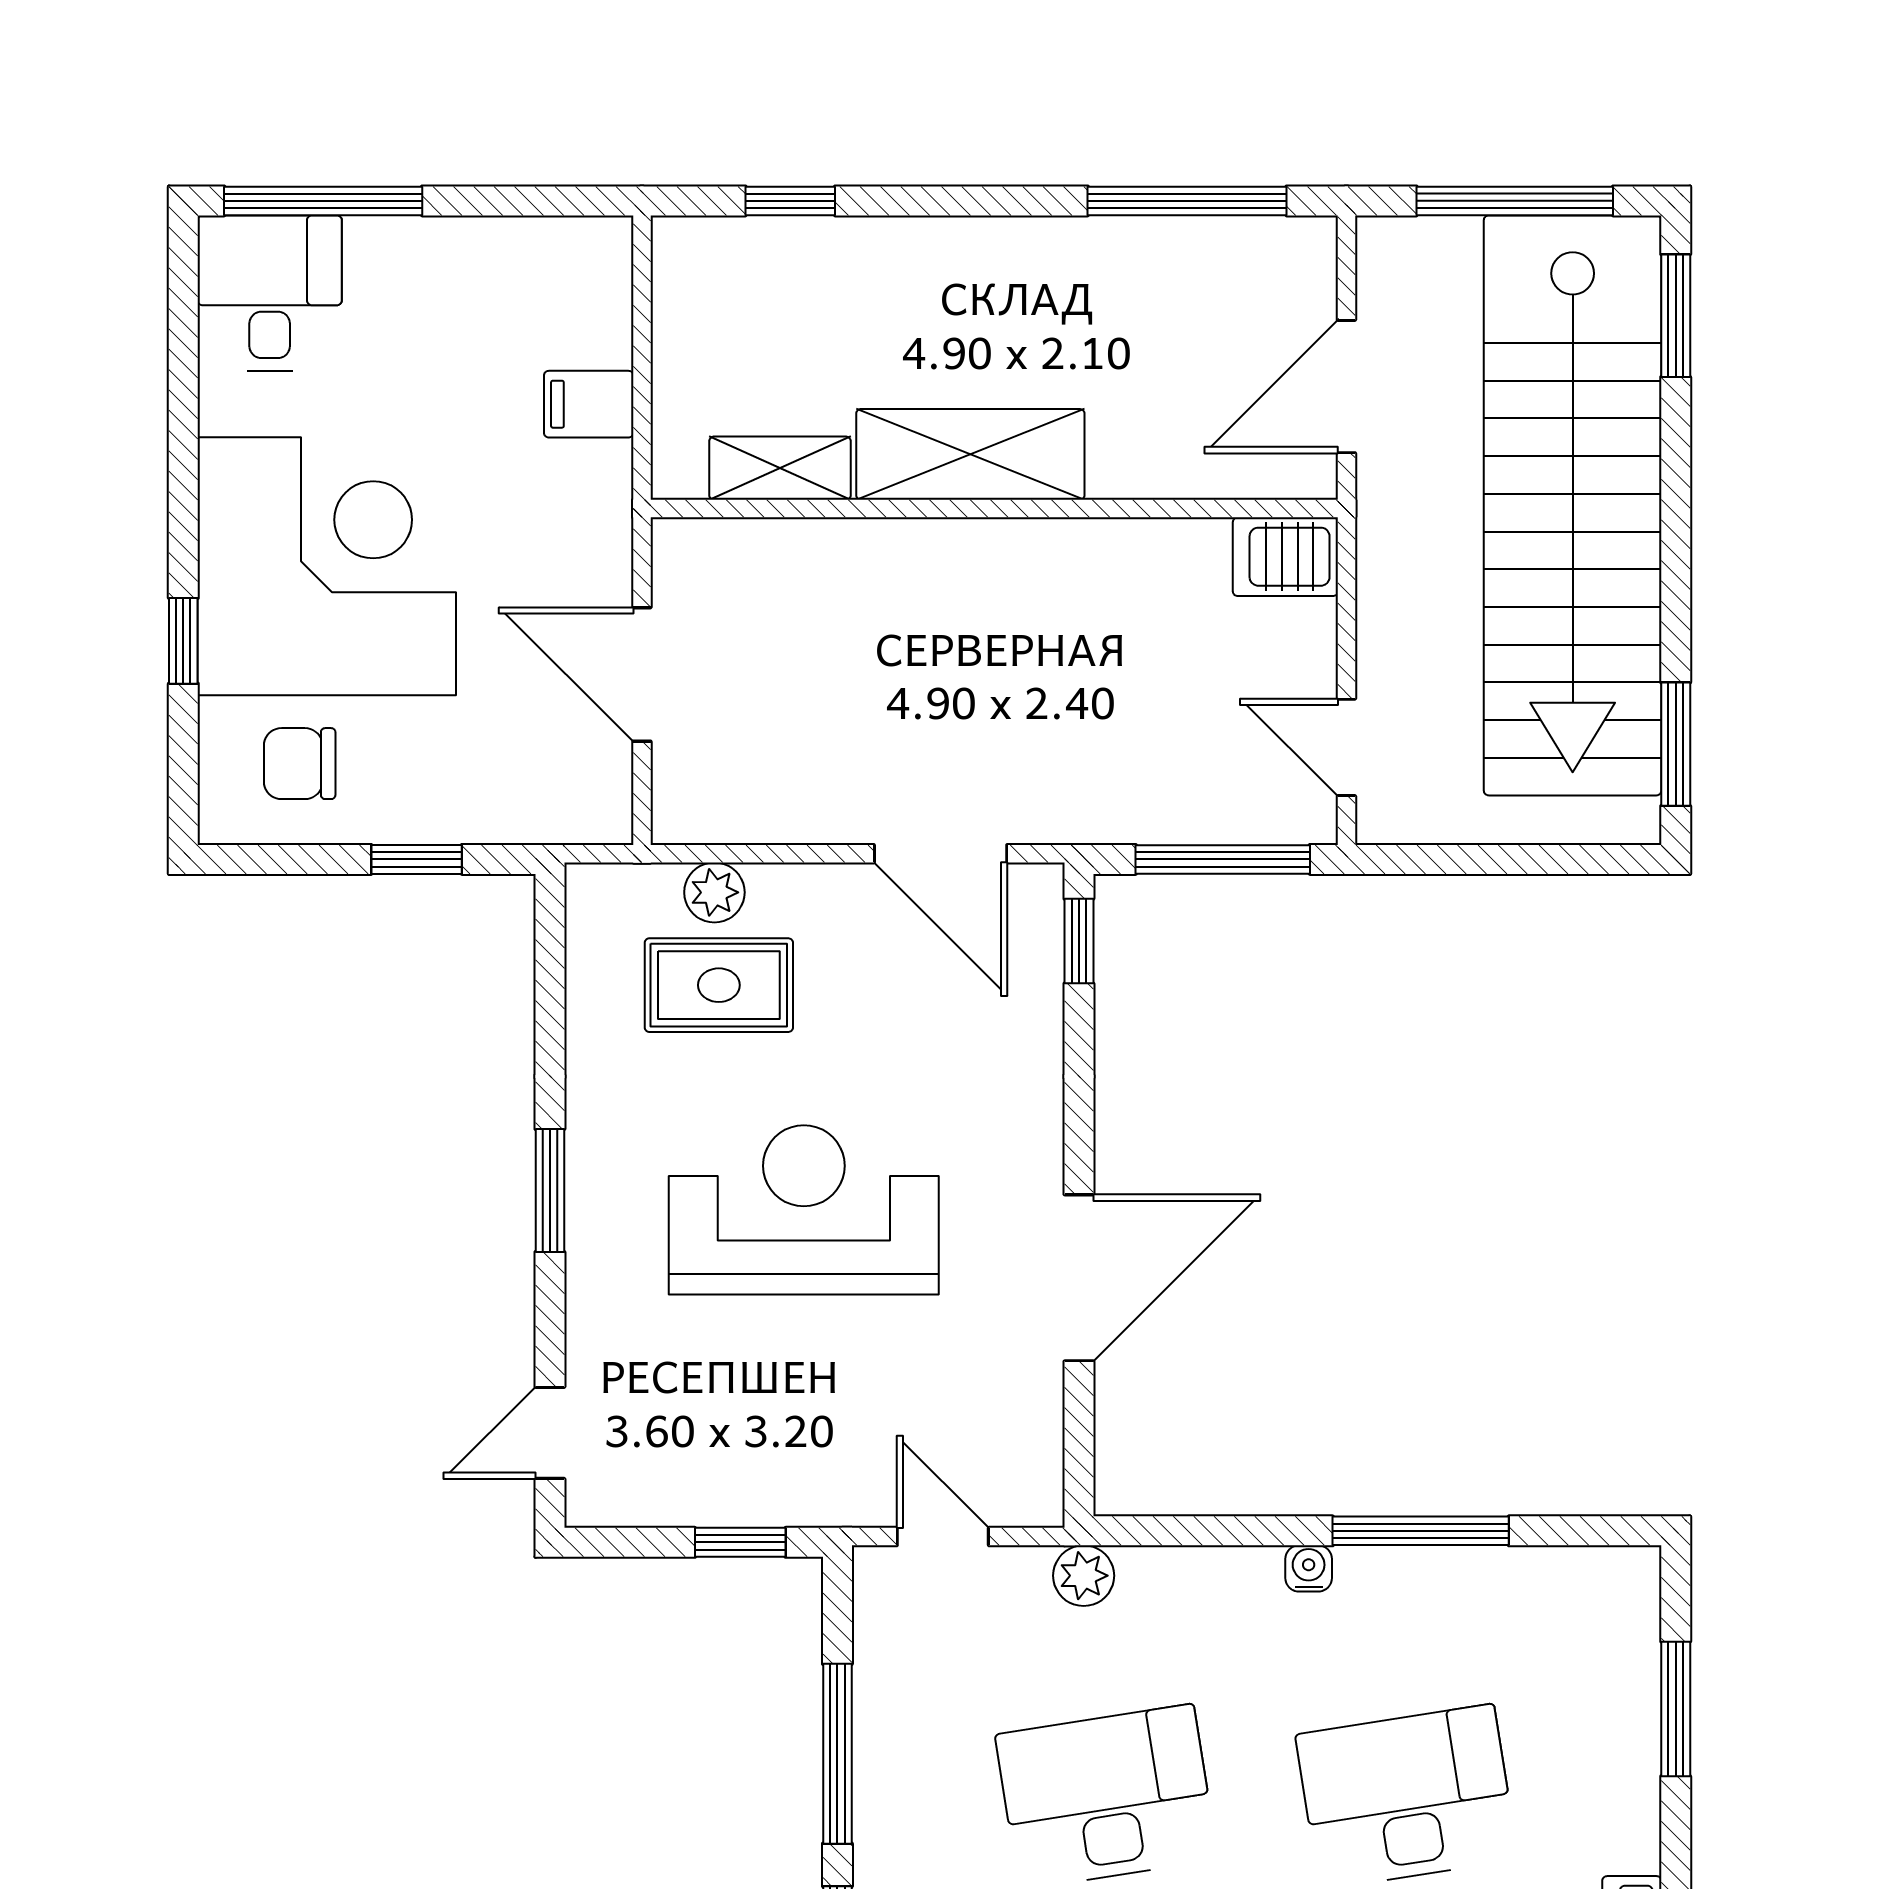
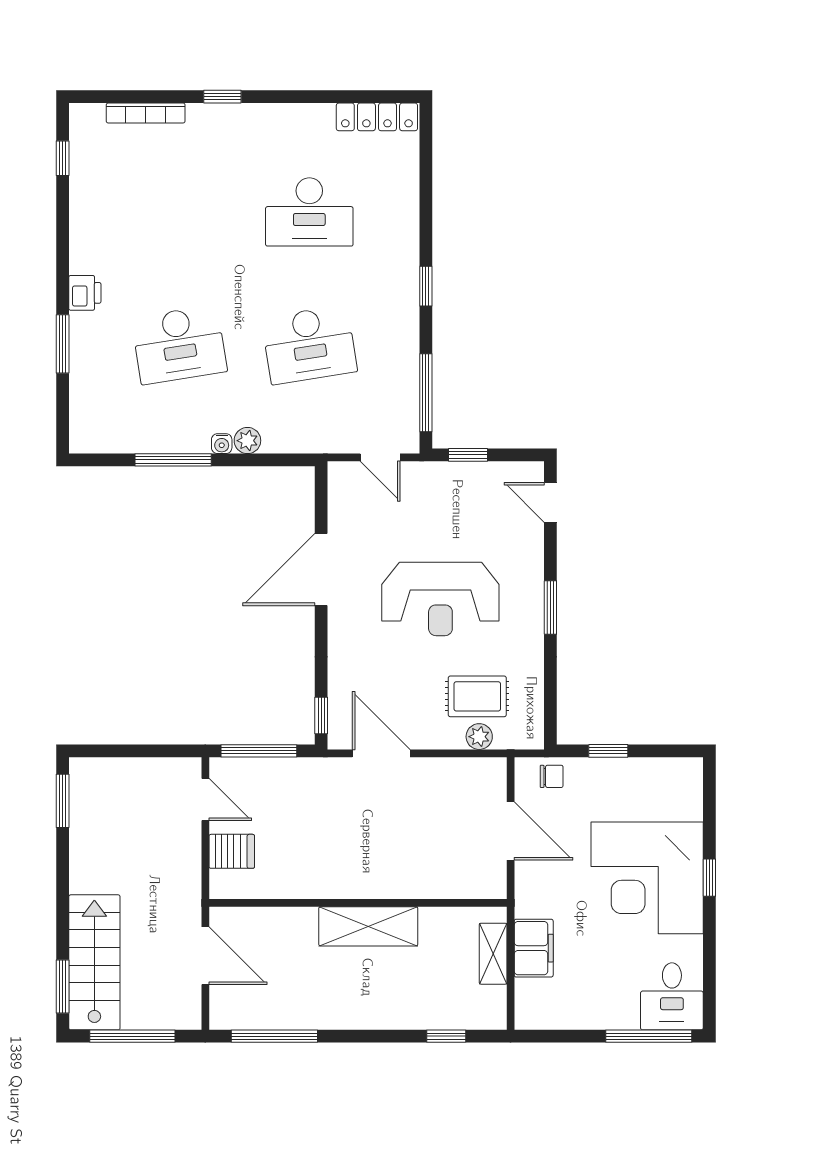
door: (1346, 387) -> (205, 956), hinge flipped
filing cabinet: (589, 404) -> (534, 948), width x2.00
shelving: (780, 468) -> (493, 954), moved, turned 90
stairs: (1573, 505) -> (94, 962), width x0.54, depth x0.66
server rack: (1285, 557) -> (232, 851), moved
window: (183, 641) -> (709, 878), moved
chair: (300, 764) -> (552, 776), moved, width x0.73, depth x0.73
door: (550, 1433) -> (550, 502), swing flipped
plant: (1084, 1576) -> (247, 441), moved
window: (1676, 1709) -> (63, 344), moved
window: (837, 1754) -> (426, 393), moved

